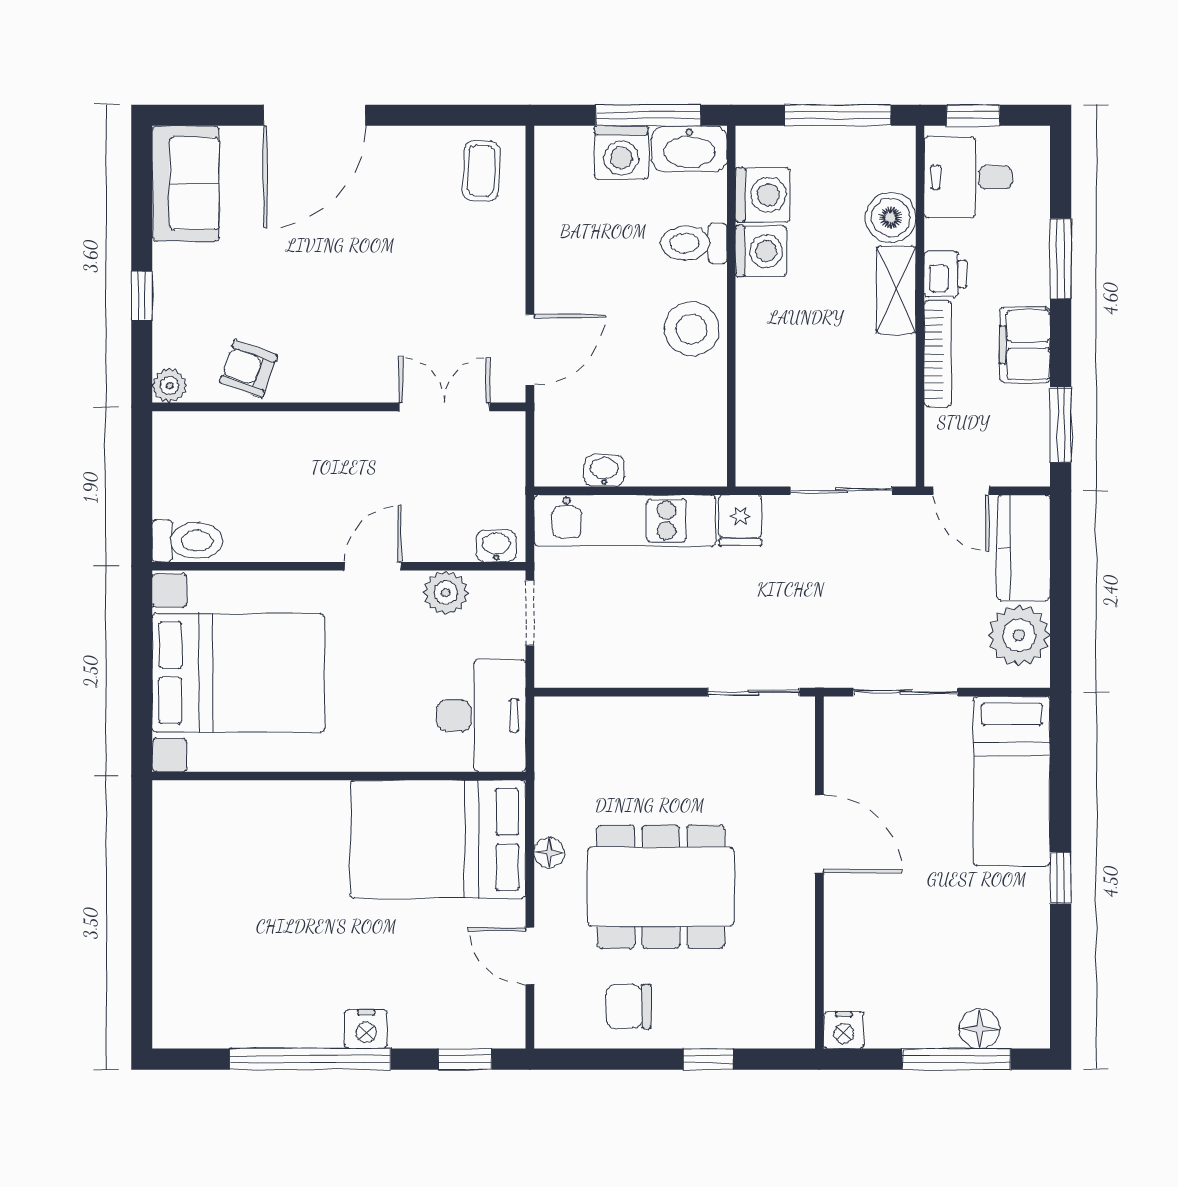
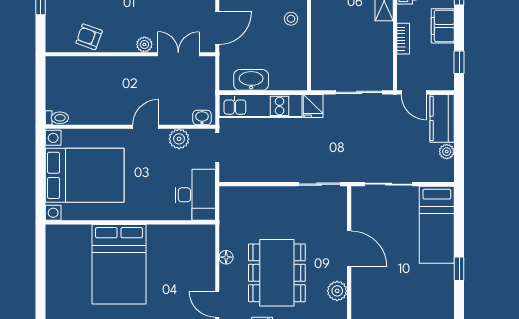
stool: (692, 329) -> (291, 19), width x0.53, depth x0.53
bookcase: (938, 354) -> (403, 39), width x0.64
plant: (169, 385) -> (144, 44), moved
window: (1061, 425) -> (459, 62), width x0.67
washbasin: (604, 470) -> (251, 80), width x1.91, depth x1.45
toilet: (187, 541) -> (57, 118), width x0.73, depth x0.72
plant: (1019, 635) -> (447, 152), width x0.53, depth x0.53
bed: (438, 839) -> (119, 264), moved, turned -90
dining table: (661, 887) -> (277, 273), turned 90
plant: (793, 926) -> (337, 291), added

